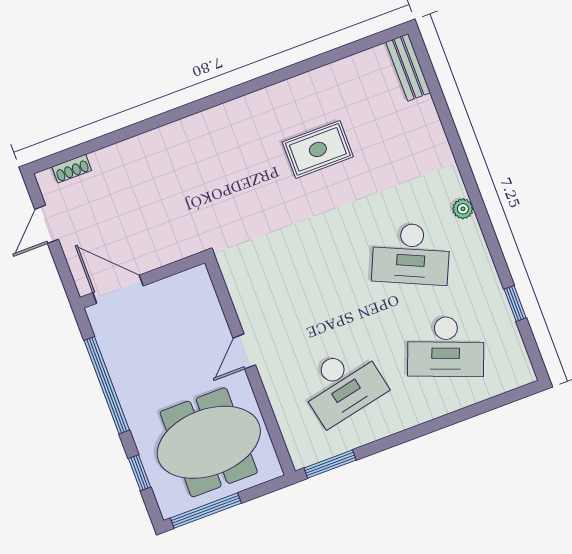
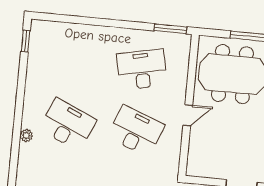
window: (515, 304) -> (26, 41), moved
desk: (446, 347) -> (136, 131), moved

